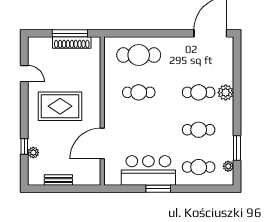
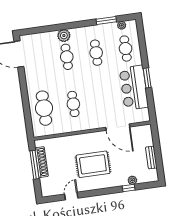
rug: (60, 106) -> (93, 164), turned 90

